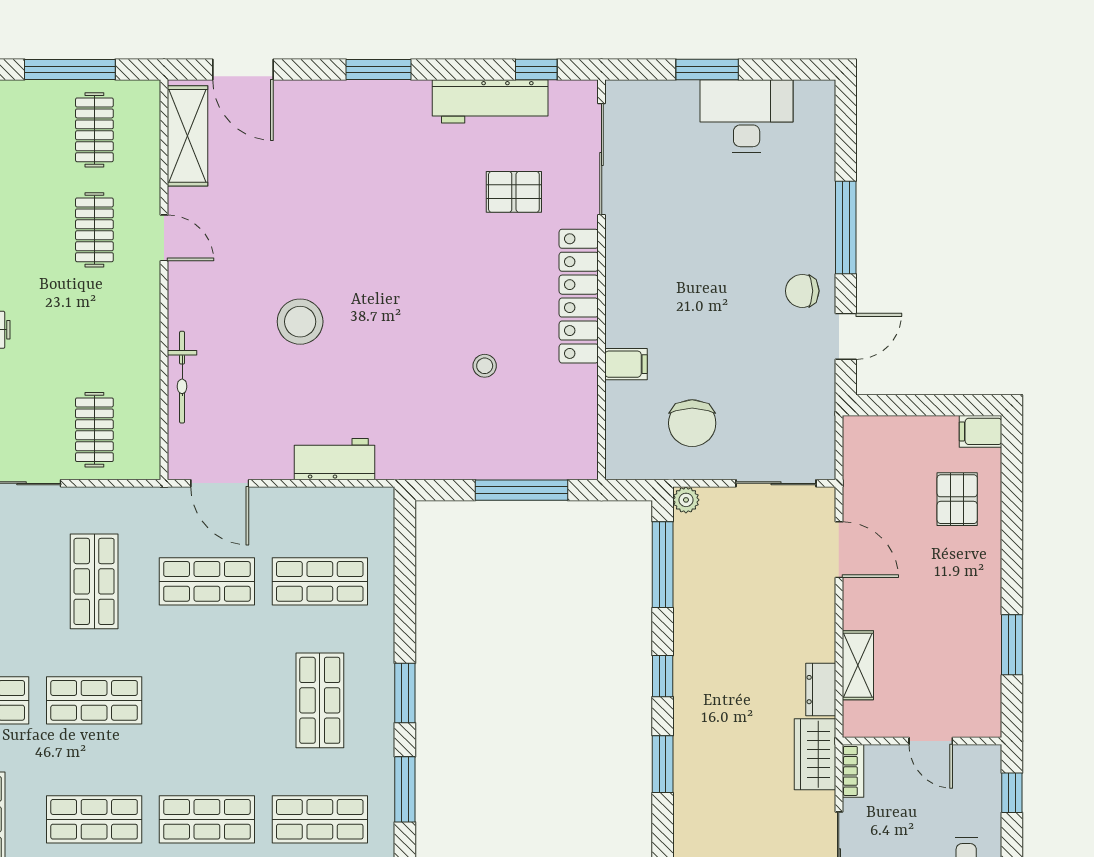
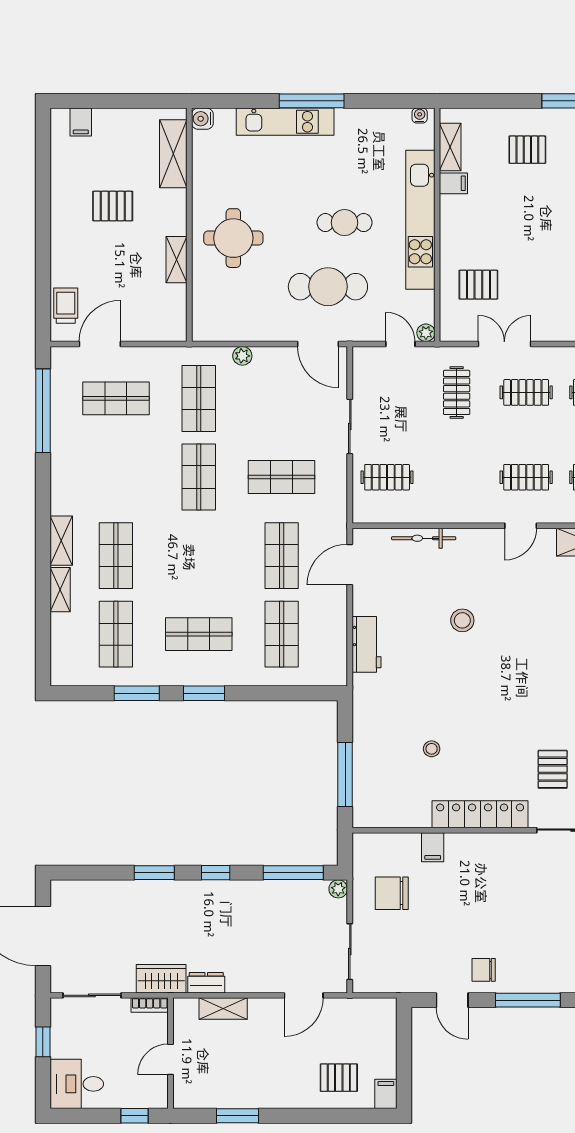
chair: (802, 291) -> (484, 970), turned -90
stool: (300, 322) -> (462, 620), width x0.73, depth x0.73
shop shelf: (94, 819) -> (116, 477), removed

